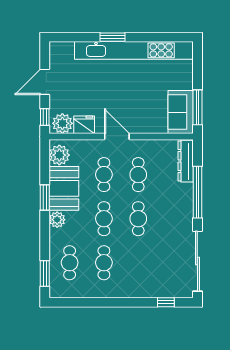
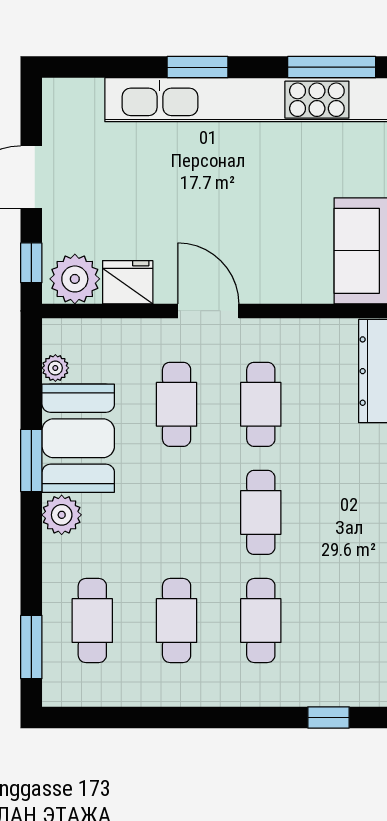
window: (167, 37) -> (332, 67), added
plant: (59, 155) -> (55, 368), width x0.53, depth x0.53
cafe table: (104, 219) -> (261, 621), moved

